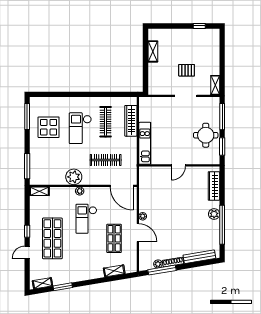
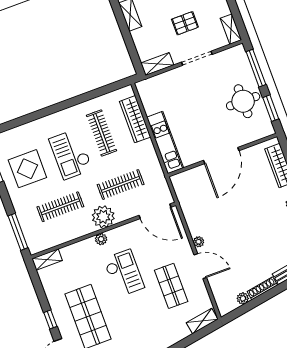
shelving: (159, 90) -> (157, 64), added
clothes rail: (61, 160) -> (60, 207), added
door: (178, 165) -> (221, 155), width x1.88
plant: (74, 177) -> (103, 217), moved
checkout: (86, 219) -> (124, 273), turned 180
window: (162, 270) -> (251, 305), removed
shelving: (114, 271) -> (202, 321), moved

